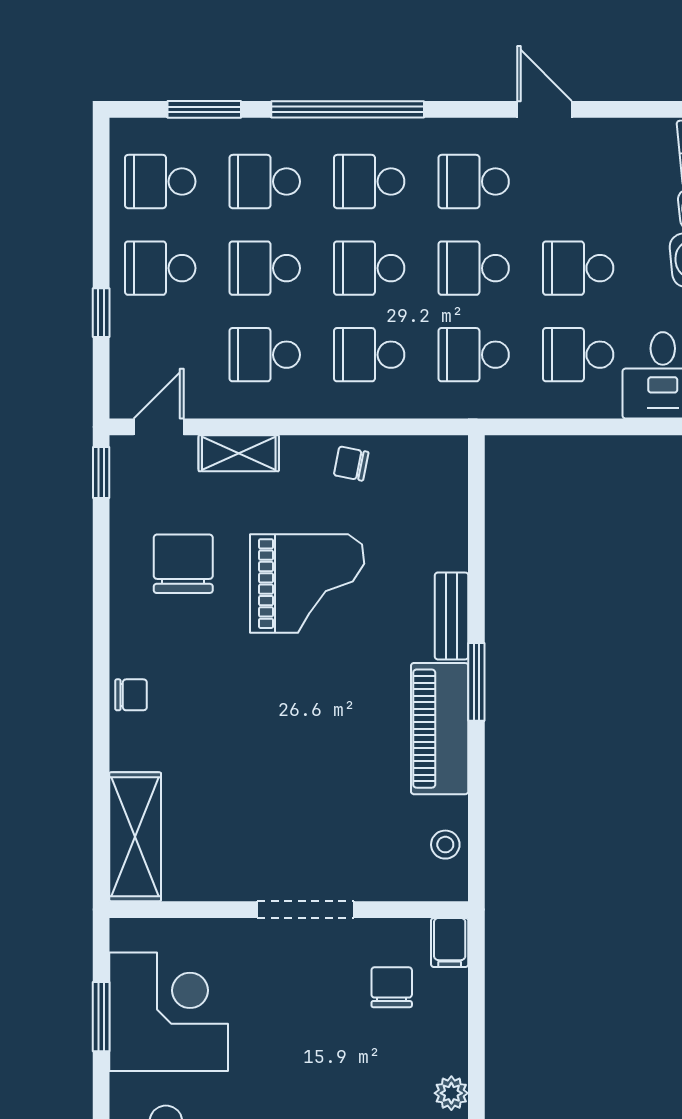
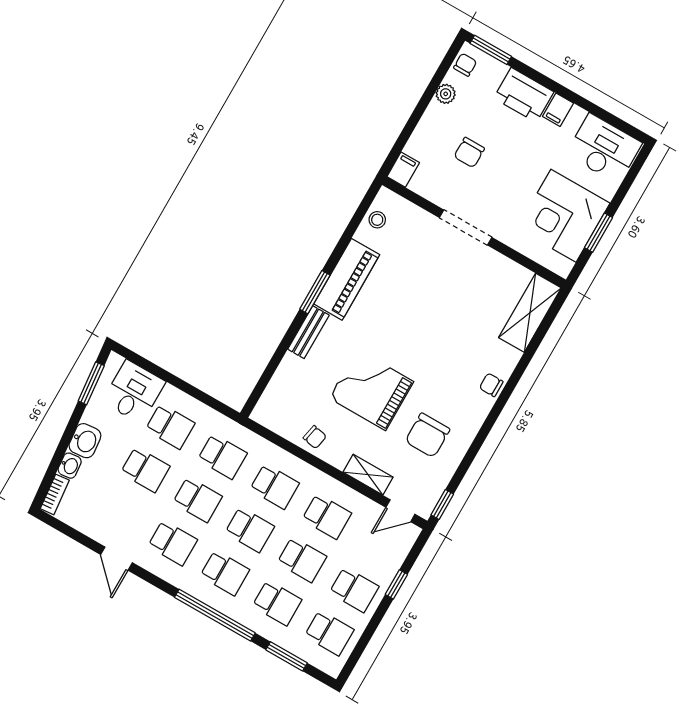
chair: (392, 987) -> (469, 153), moved

